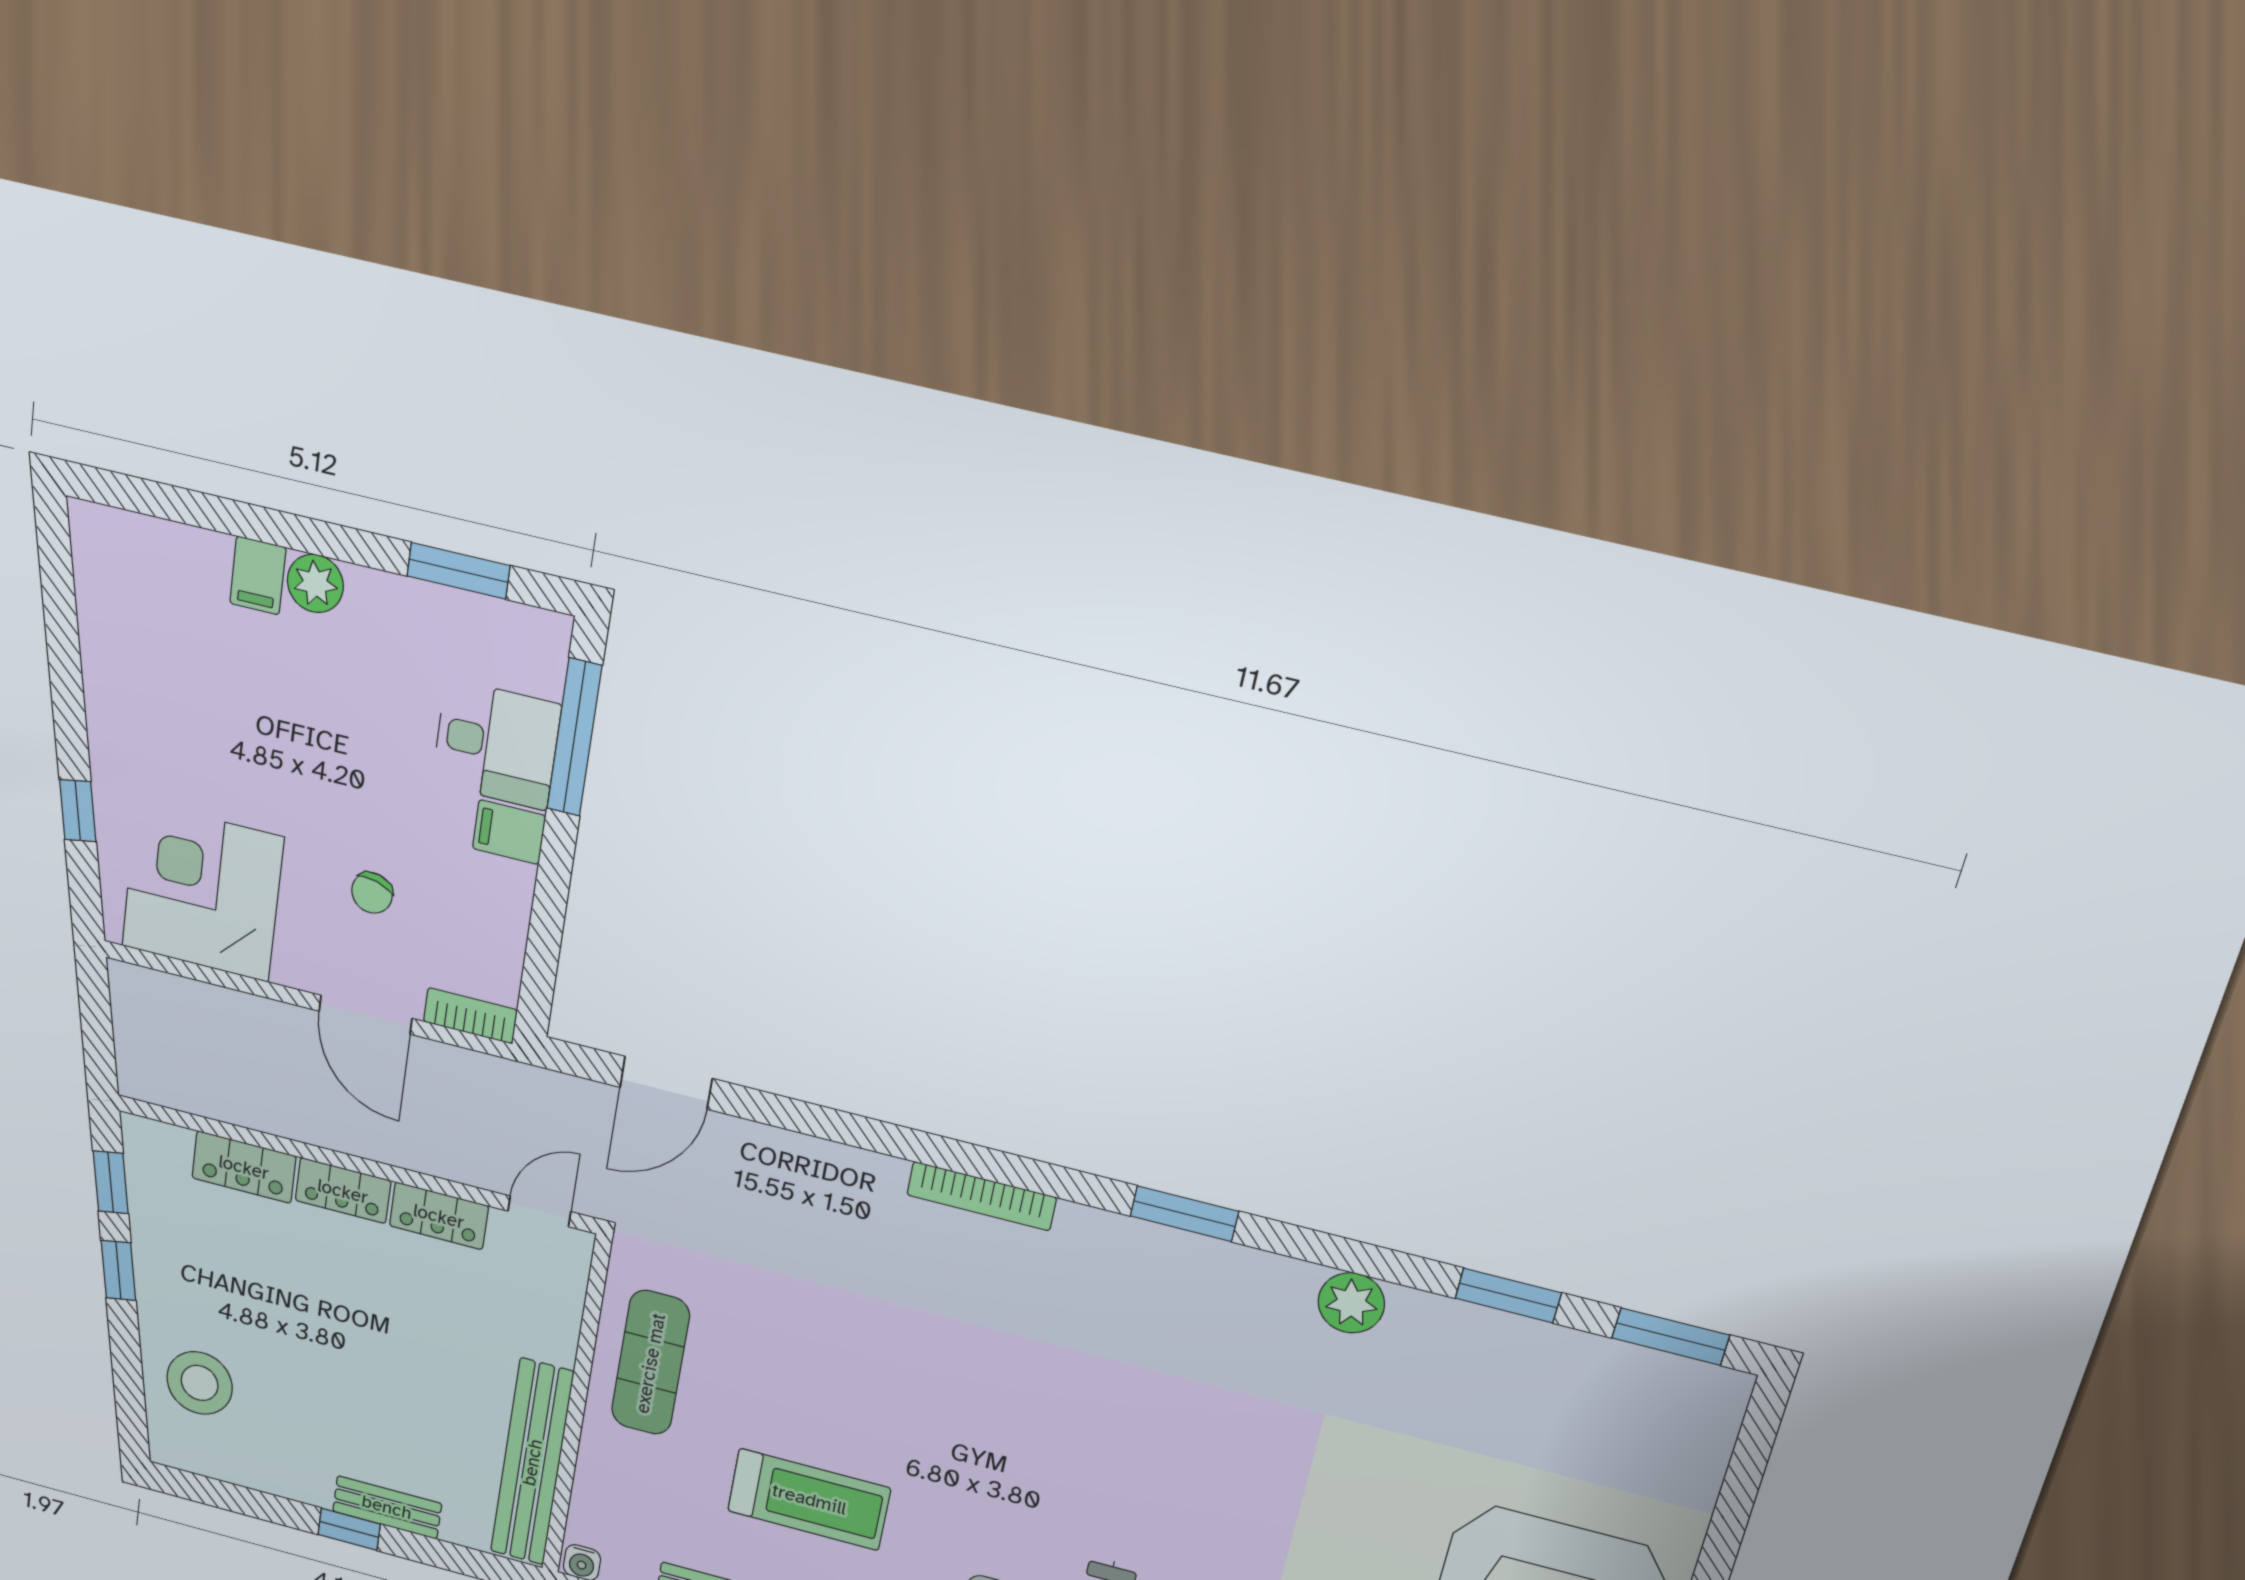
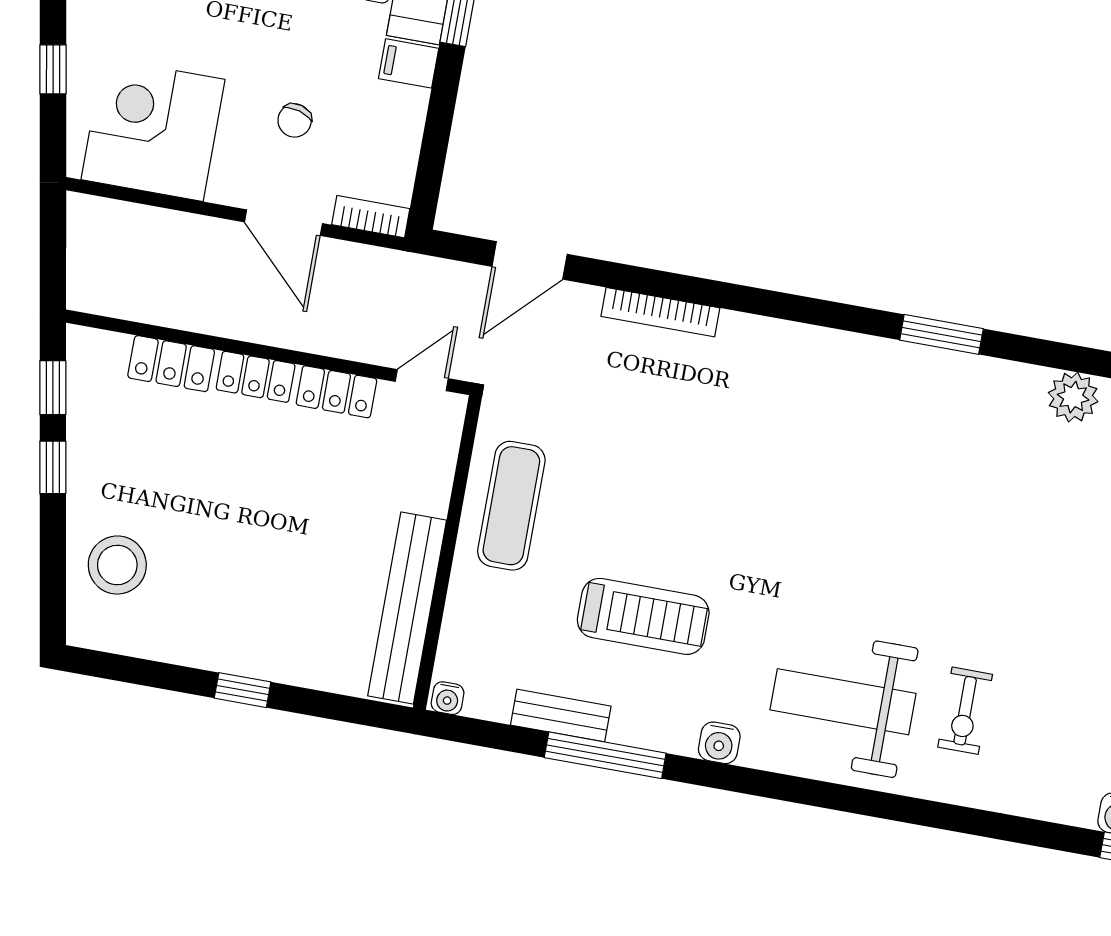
bookcase: (982, 1196) -> (660, 312), moved
bench: (387, 1507) -> (278, 665), removed

